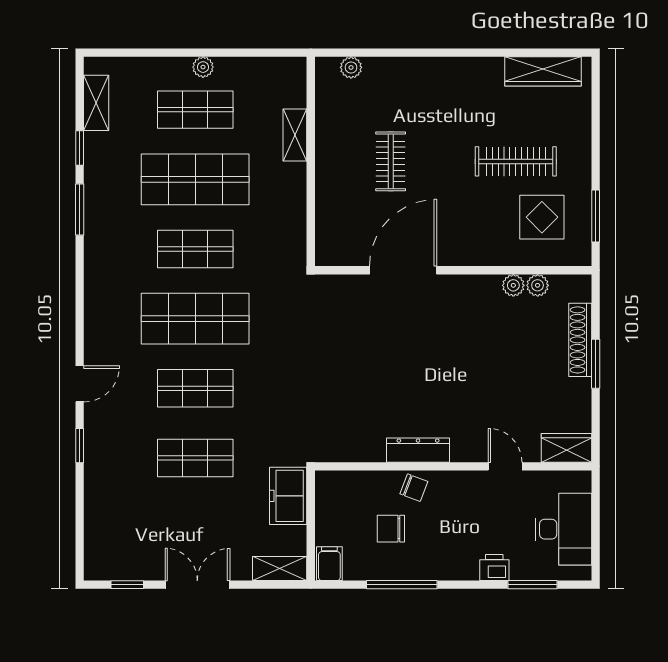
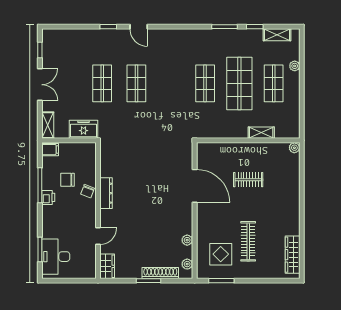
plant: (203, 67) -> (295, 66), moved
plant: (351, 67) -> (294, 148), moved
plant: (538, 285) -> (187, 264), moved
shop shelf: (195, 319) -> (171, 83), removed
chair: (391, 529) -> (67, 180), turned -90
desk: (563, 529) -> (56, 257), moved, turned 90
printer: (494, 568) -> (48, 197), moved

